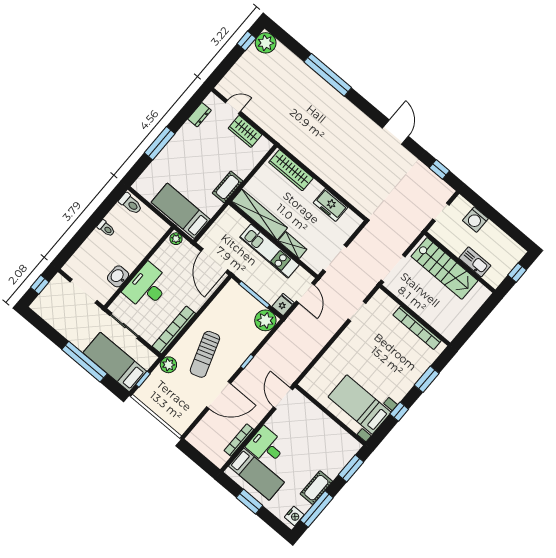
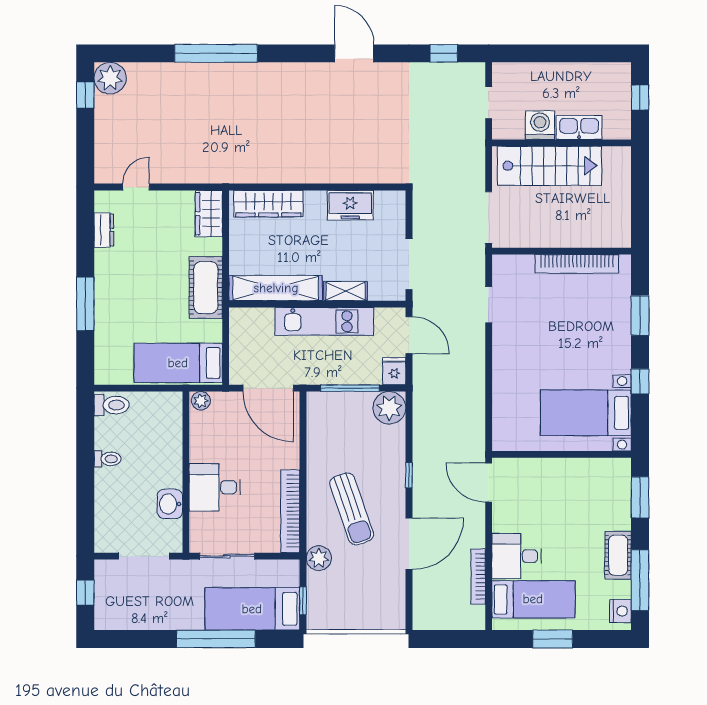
wardrobe: (245, 131) -> (209, 214), moved, turned 90
cot: (228, 187) -> (206, 288), width x1.37, depth x1.34
washing machine: (475, 220) -> (540, 125), moved, turned 180
desk: (147, 287) -> (215, 487), width x0.73

